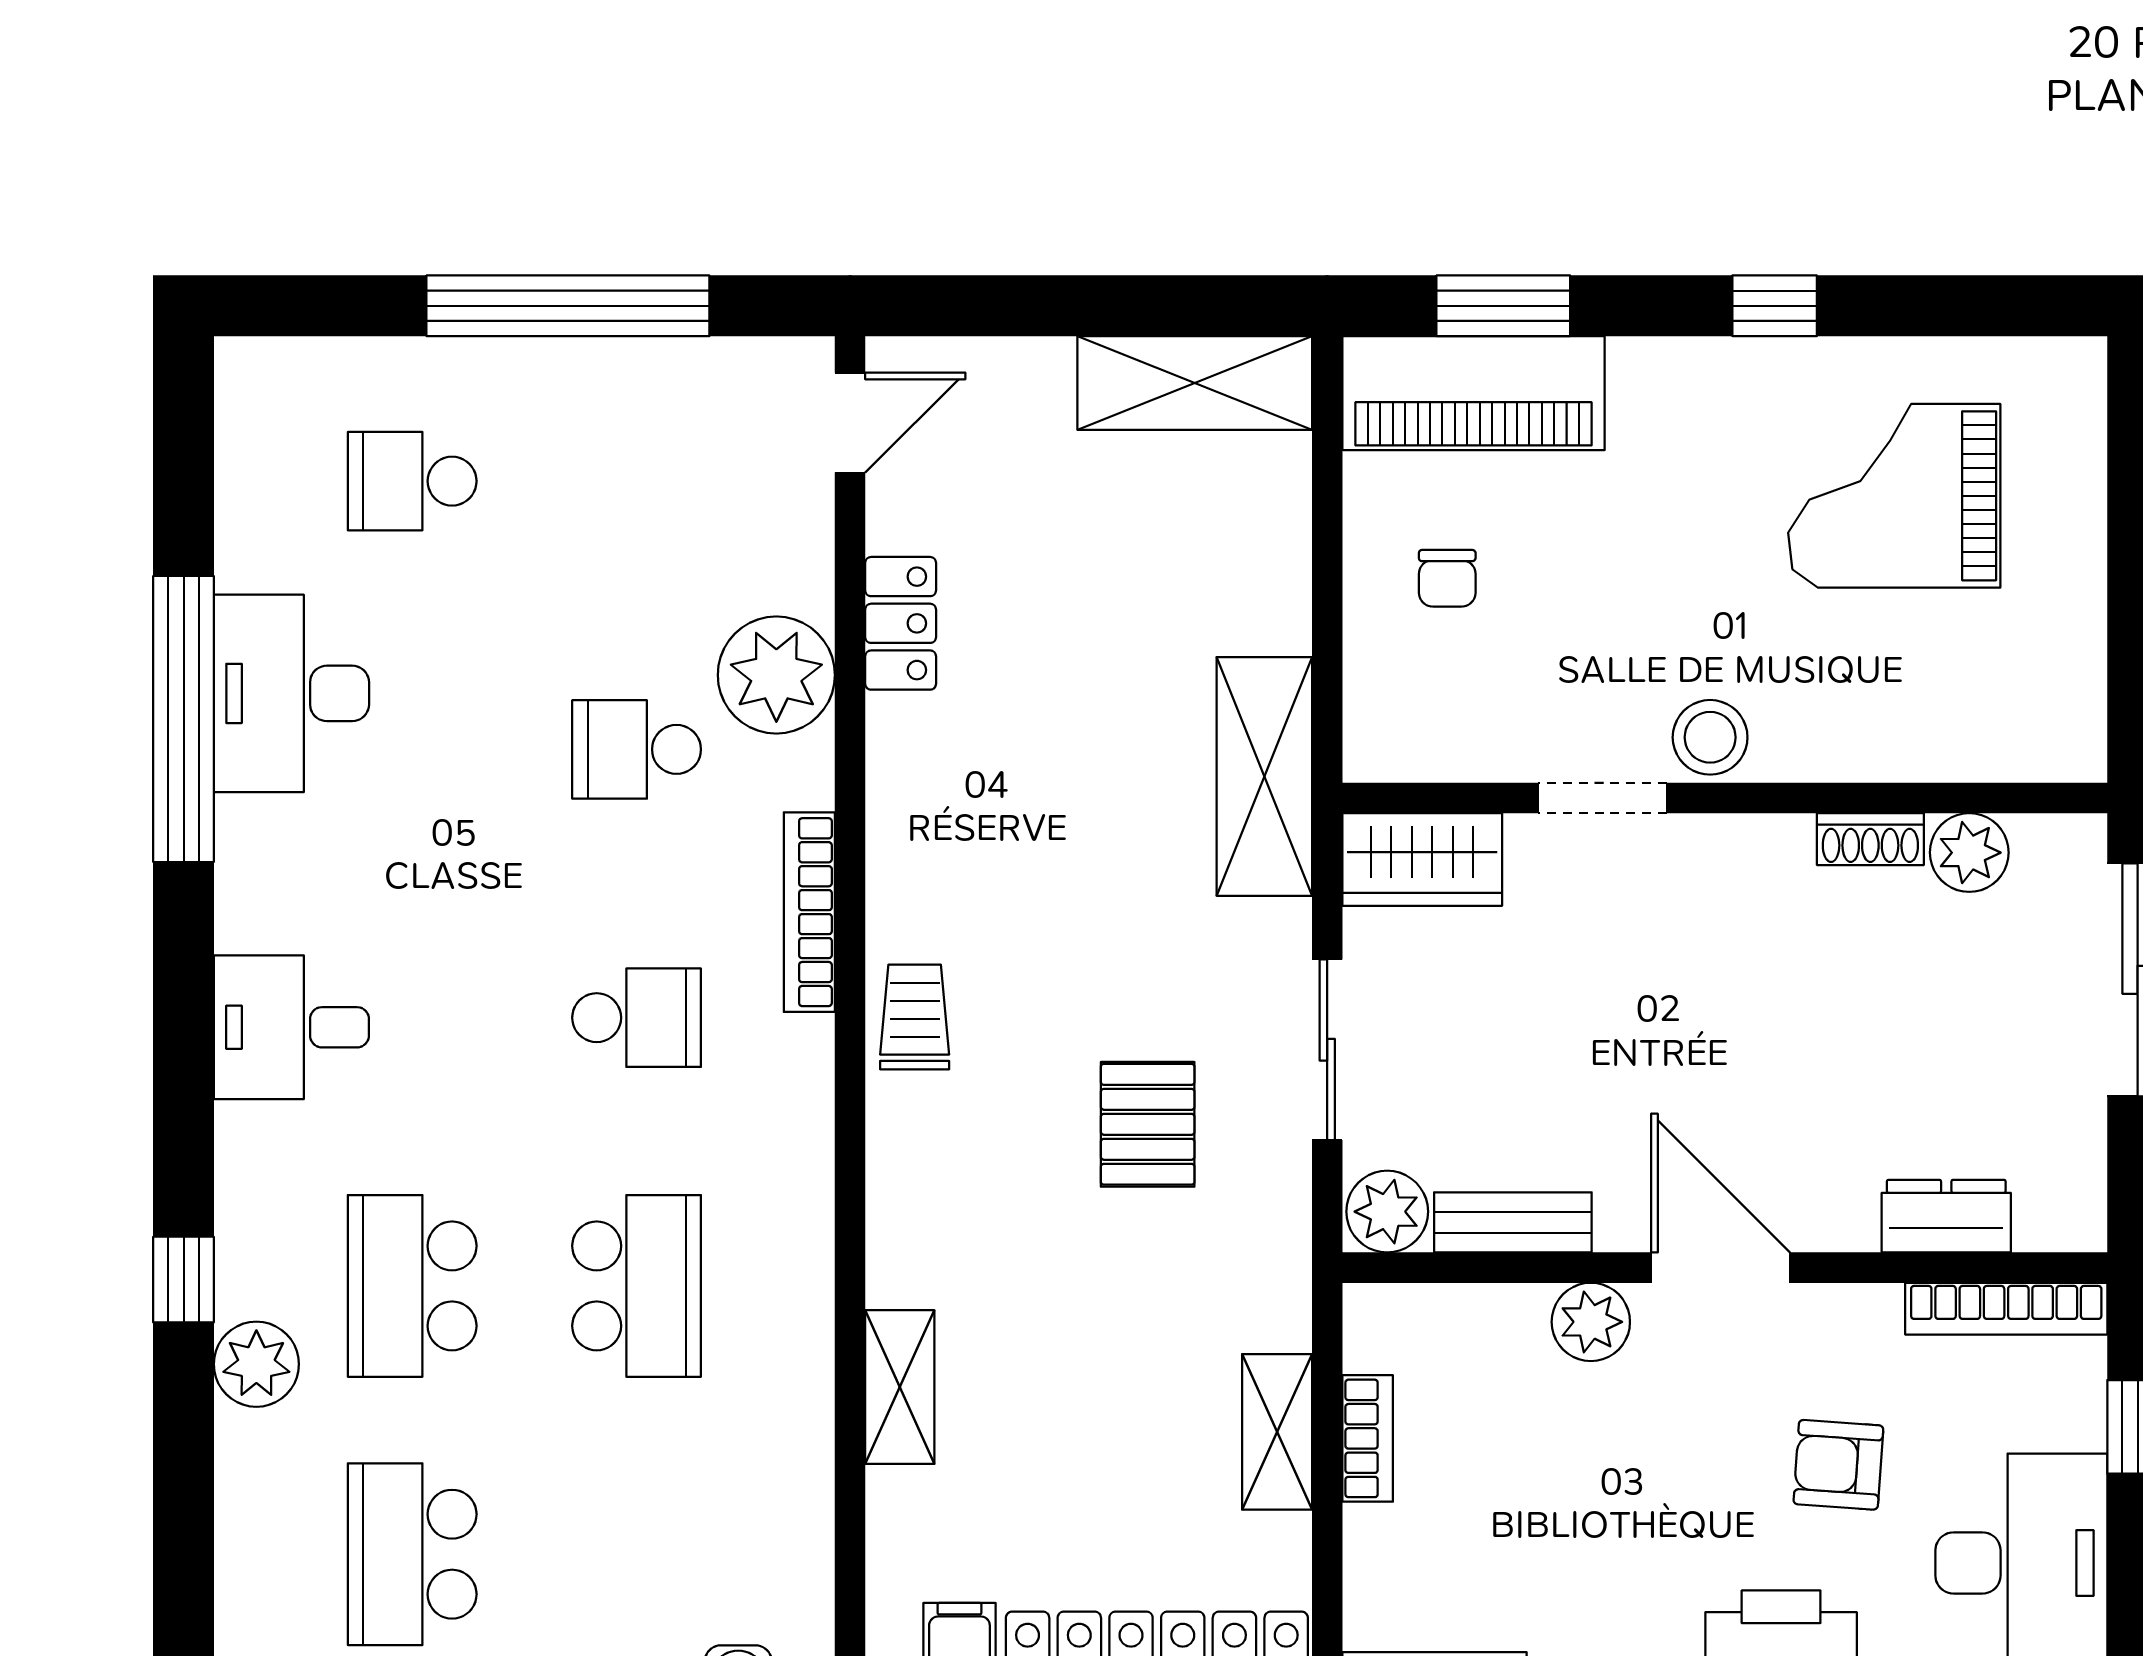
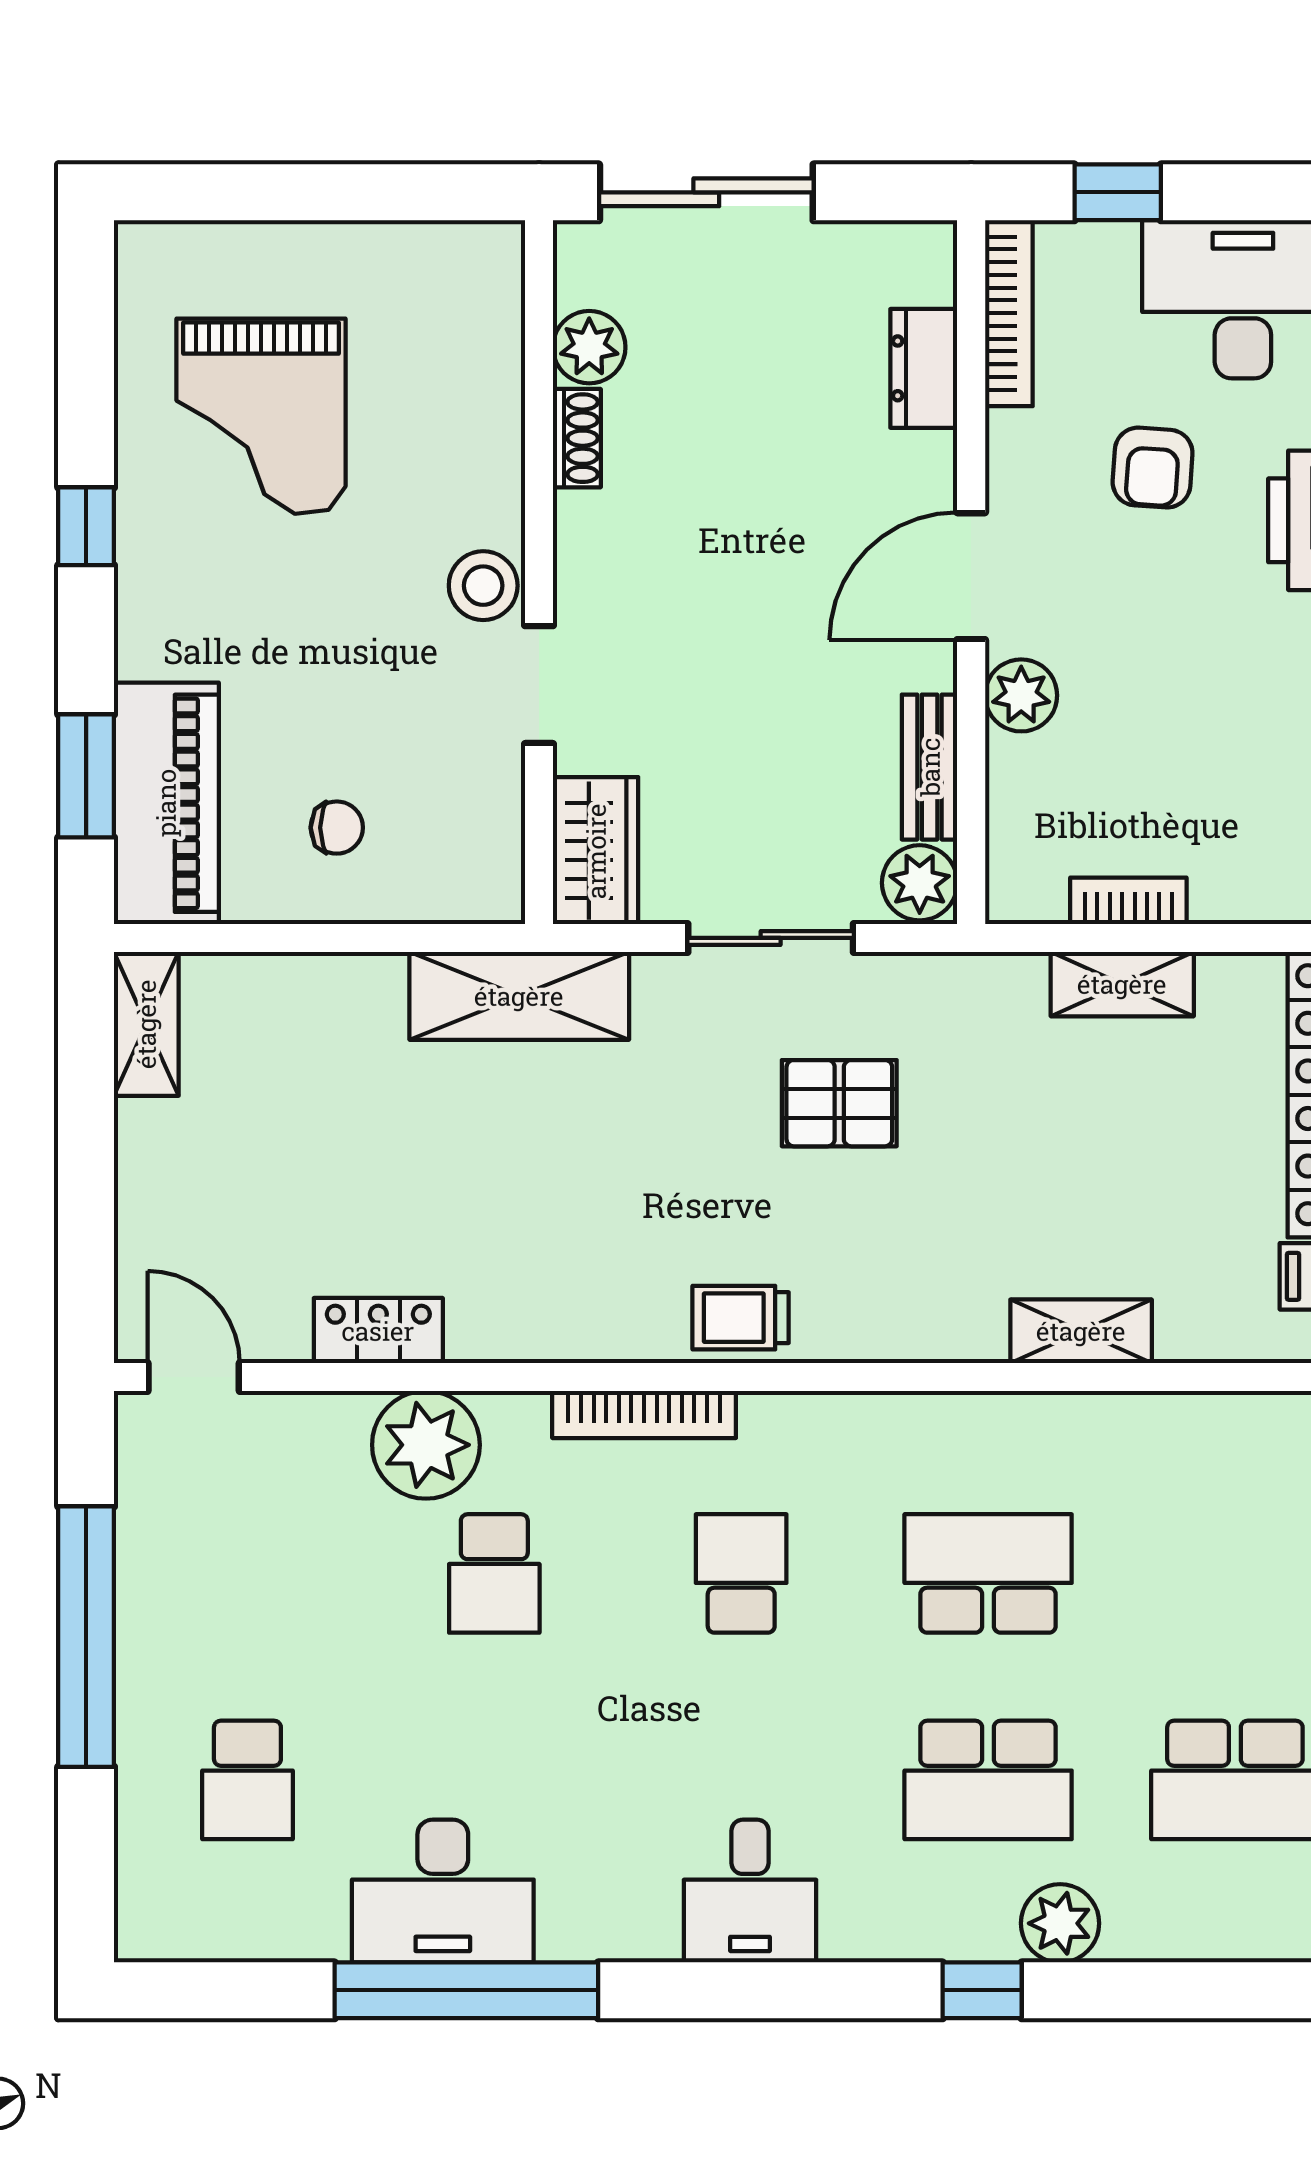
shelving: (1195, 383) -> (146, 1024), width x0.67, depth x0.75

